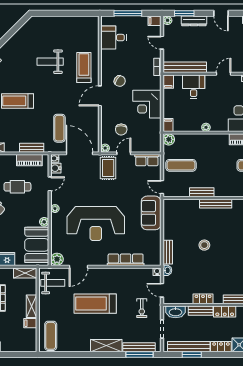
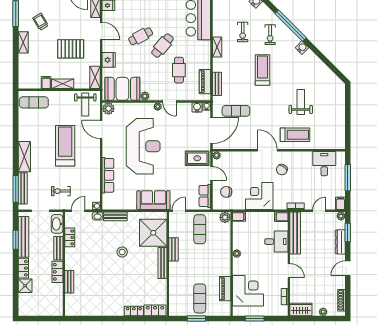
chair: (121, 130) -> (226, 192), moved
door: (50, 184) -> (169, 101), moved
shower: (185, 213) -> (153, 233), added
reception desk: (96, 223) -> (143, 146), turned 180
locker: (203, 299) -> (70, 237), moved

